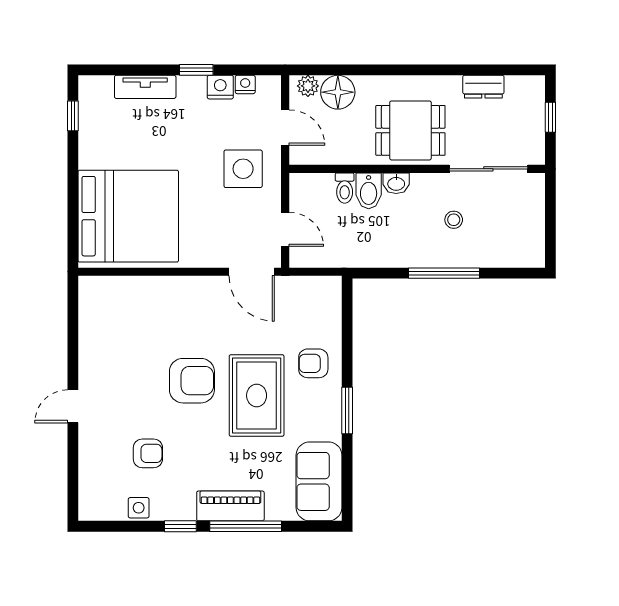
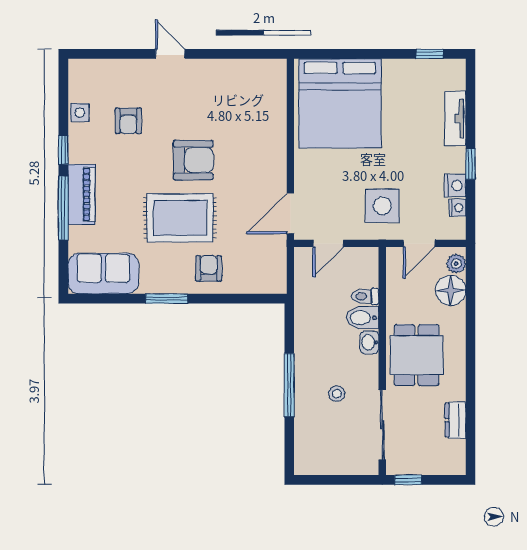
window: (550, 117) -> (408, 480), moved
armchair: (192, 381) -> (193, 160), turned -90

